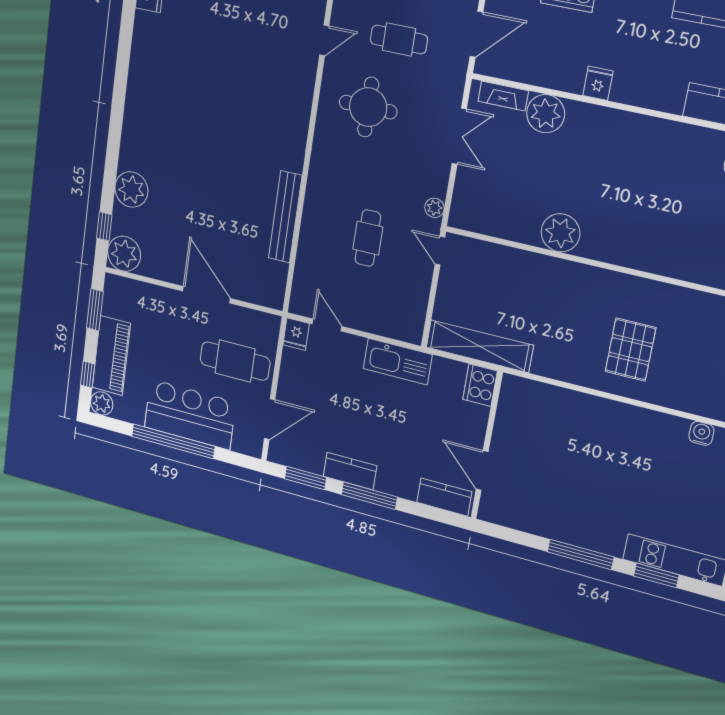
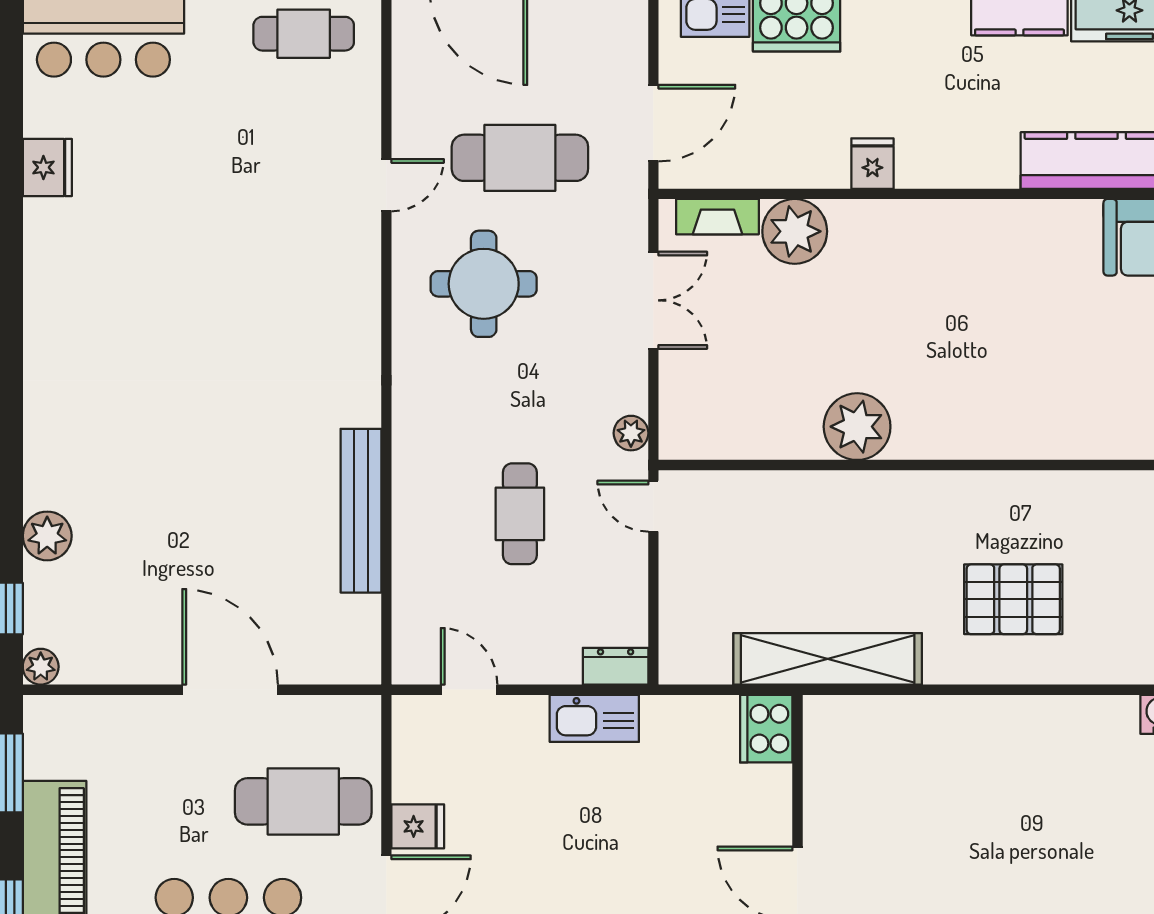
cafe table: (399, 39) -> (520, 158), width x1.37, depth x1.35
plant: (131, 190) -> (47, 536), width x0.73, depth x0.73
plant: (124, 254) -> (41, 667), width x0.53, depth x0.53
dresser: (405, 332) -> (616, 666), added
fridge: (296, 334) -> (418, 826), moved, turned -90
shelving: (479, 346) -> (828, 659), moved
pallet: (630, 350) -> (1013, 599), turned 90
kitchen sink: (398, 362) -> (594, 718), width x0.73, depth x0.81

